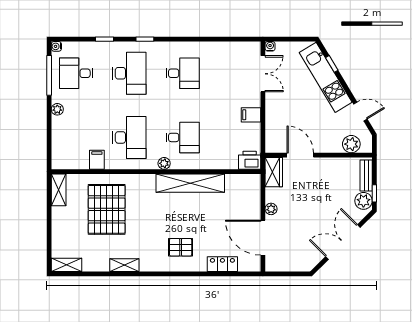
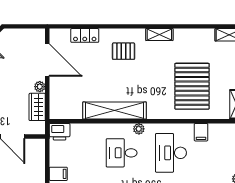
wardrobe: (274, 172) -> (37, 107), moved
shelving: (124, 265) -> (159, 35), moved

